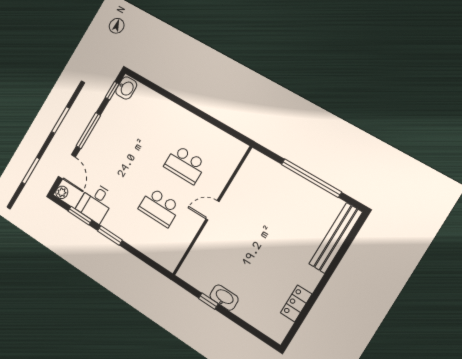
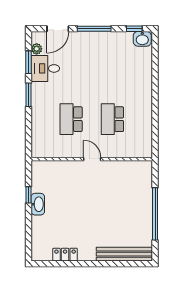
plant: (62, 192) -> (37, 49), moved

